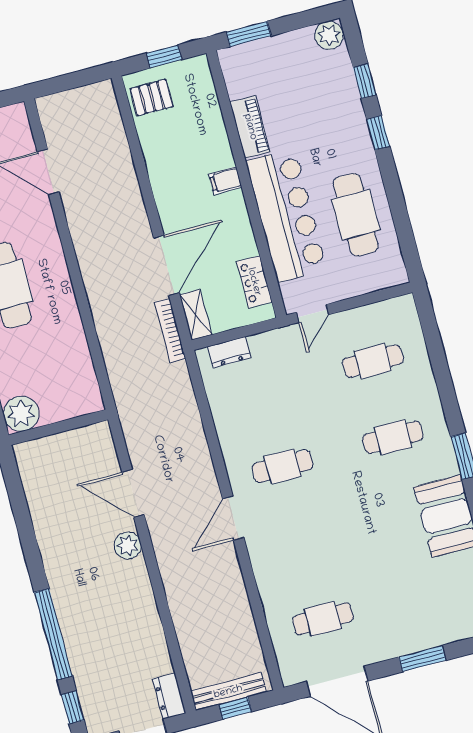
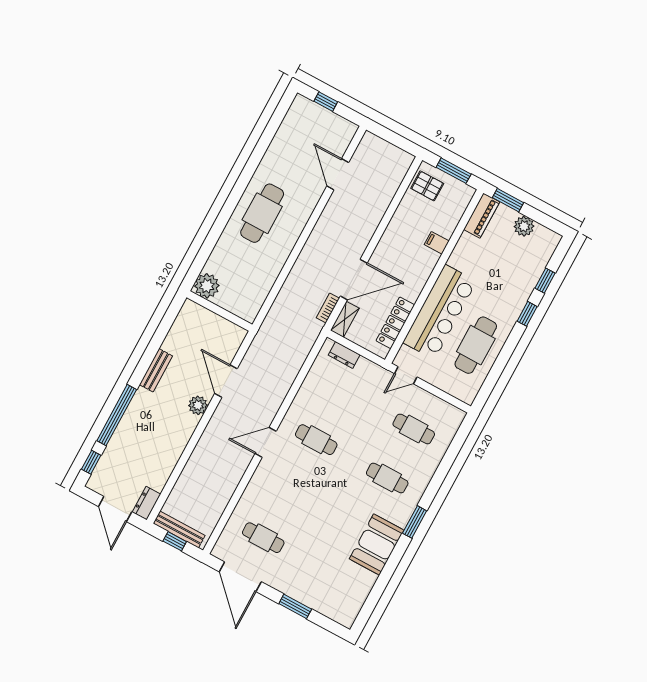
plant: (329, 35) -> (524, 226), moved
window: (164, 56) -> (454, 171), width x1.50
piano: (250, 127) -> (482, 216), moved
filing cabinet: (225, 181) -> (437, 243), moved
locker: (254, 282) -> (395, 323), width x1.53
bookcase: (170, 330) -> (328, 308), width x0.64
bench: (50, 550) -> (156, 370), added

